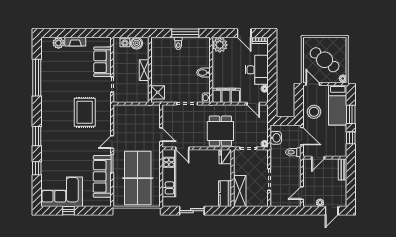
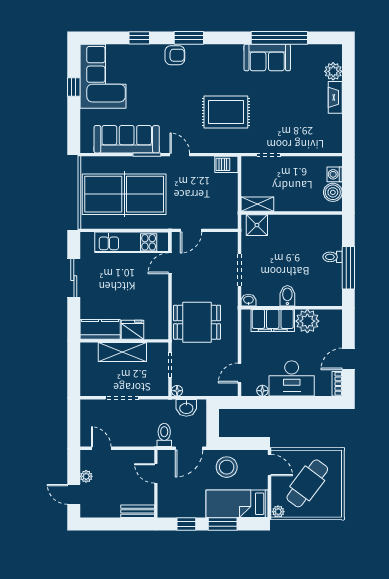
plant: (220, 45) -> (307, 321), moved
sofa: (103, 62) -> (267, 57), moved, turned 180
shelving: (144, 70) -> (257, 204), moved
door: (313, 84) -> (269, 465), hinge flipped
filing cabinet: (226, 95) -> (273, 321), moved, turned 90
barbecue: (119, 112) -> (226, 164), added
armchair: (48, 145) -> (175, 55), added
fridge: (225, 157) -> (132, 330), moved
shelving: (240, 191) -> (122, 352), moved

